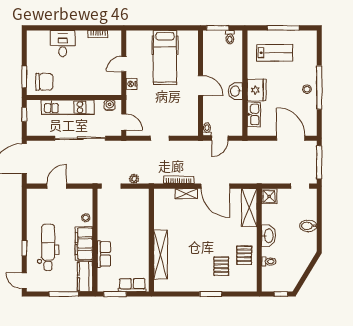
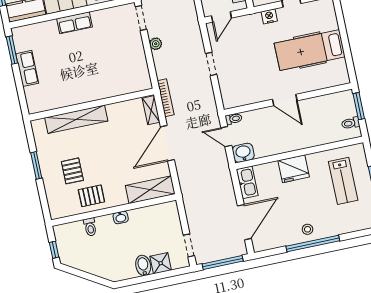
door: (201, 86) -> (285, 100), hinge flipped
washbasin: (235, 91) -> (243, 153), moved
kitchen sink: (254, 114) -> (247, 182), moved, turned -90
shower: (269, 196) -> (161, 263), moved
washbasin: (268, 236) -> (121, 217), width x0.52, depth x0.69
wall: (151, 240) -> (91, 105), moved
row of seats: (104, 254) -> (74, 23), moved
shelving: (161, 255) -> (76, 119), moved
pallet: (221, 266) -> (72, 171), turned 90

